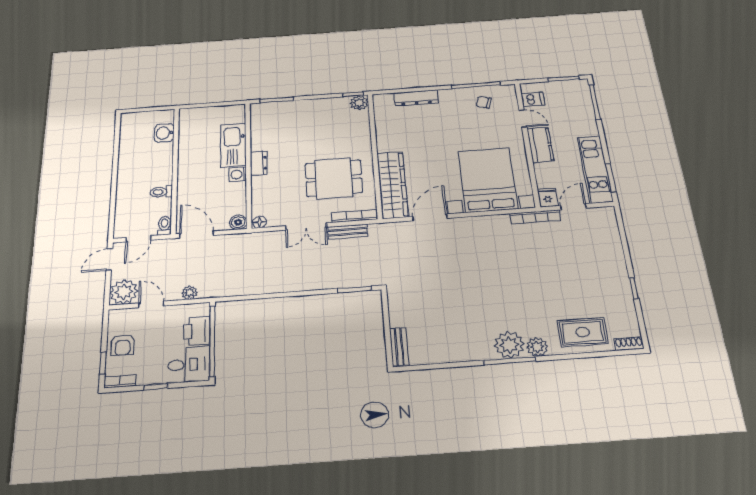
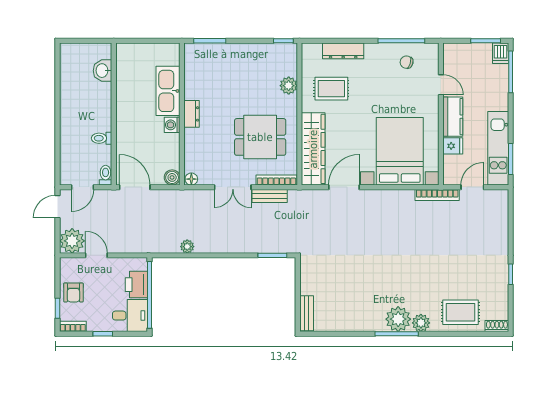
dishwasher: (533, 99) -> (501, 53), moved, turned 90
plant: (359, 103) -> (289, 86), moved
rug: (407, 130) -> (331, 89), added
fridge: (548, 198) -> (453, 146), moved, turned 90
plant: (190, 293) -> (187, 247), moved

